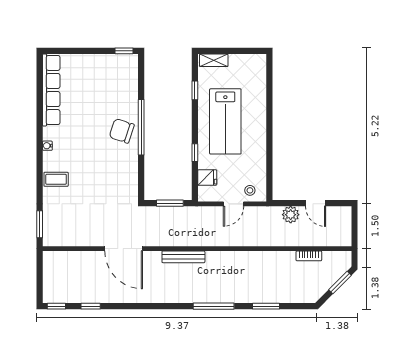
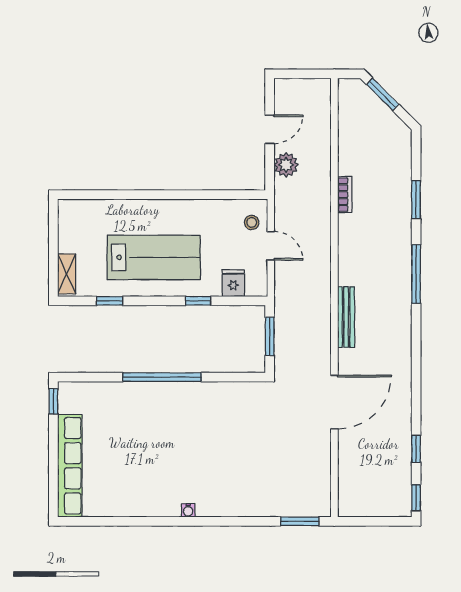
row of seats: (51, 90) -> (70, 466), moved, turned 90
chair: (122, 131) -> (167, 405), removed
coffee table: (56, 179) -> (236, 498), removed
bookcase: (309, 256) -> (345, 195), moved

